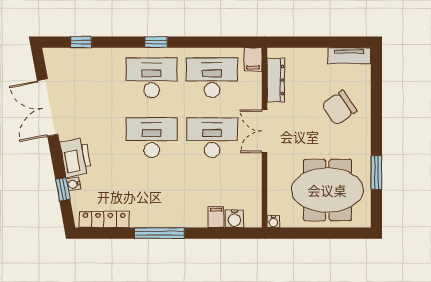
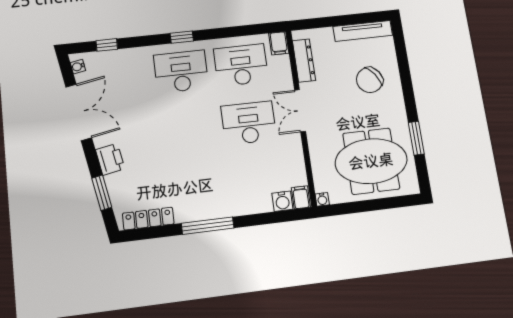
tv unit: (349, 56) -> (363, 31), width x1.41
double door: (48, 108) -> (79, 112), swing flipped
desk: (152, 138) -> (188, 130), removed
printer: (76, 157) -> (110, 159), width x0.73, depth x0.84
water cooler: (74, 184) -> (78, 67), moved
window: (63, 189) -> (102, 193), width x1.50
filing cabinet: (216, 217) -> (301, 197), moved

